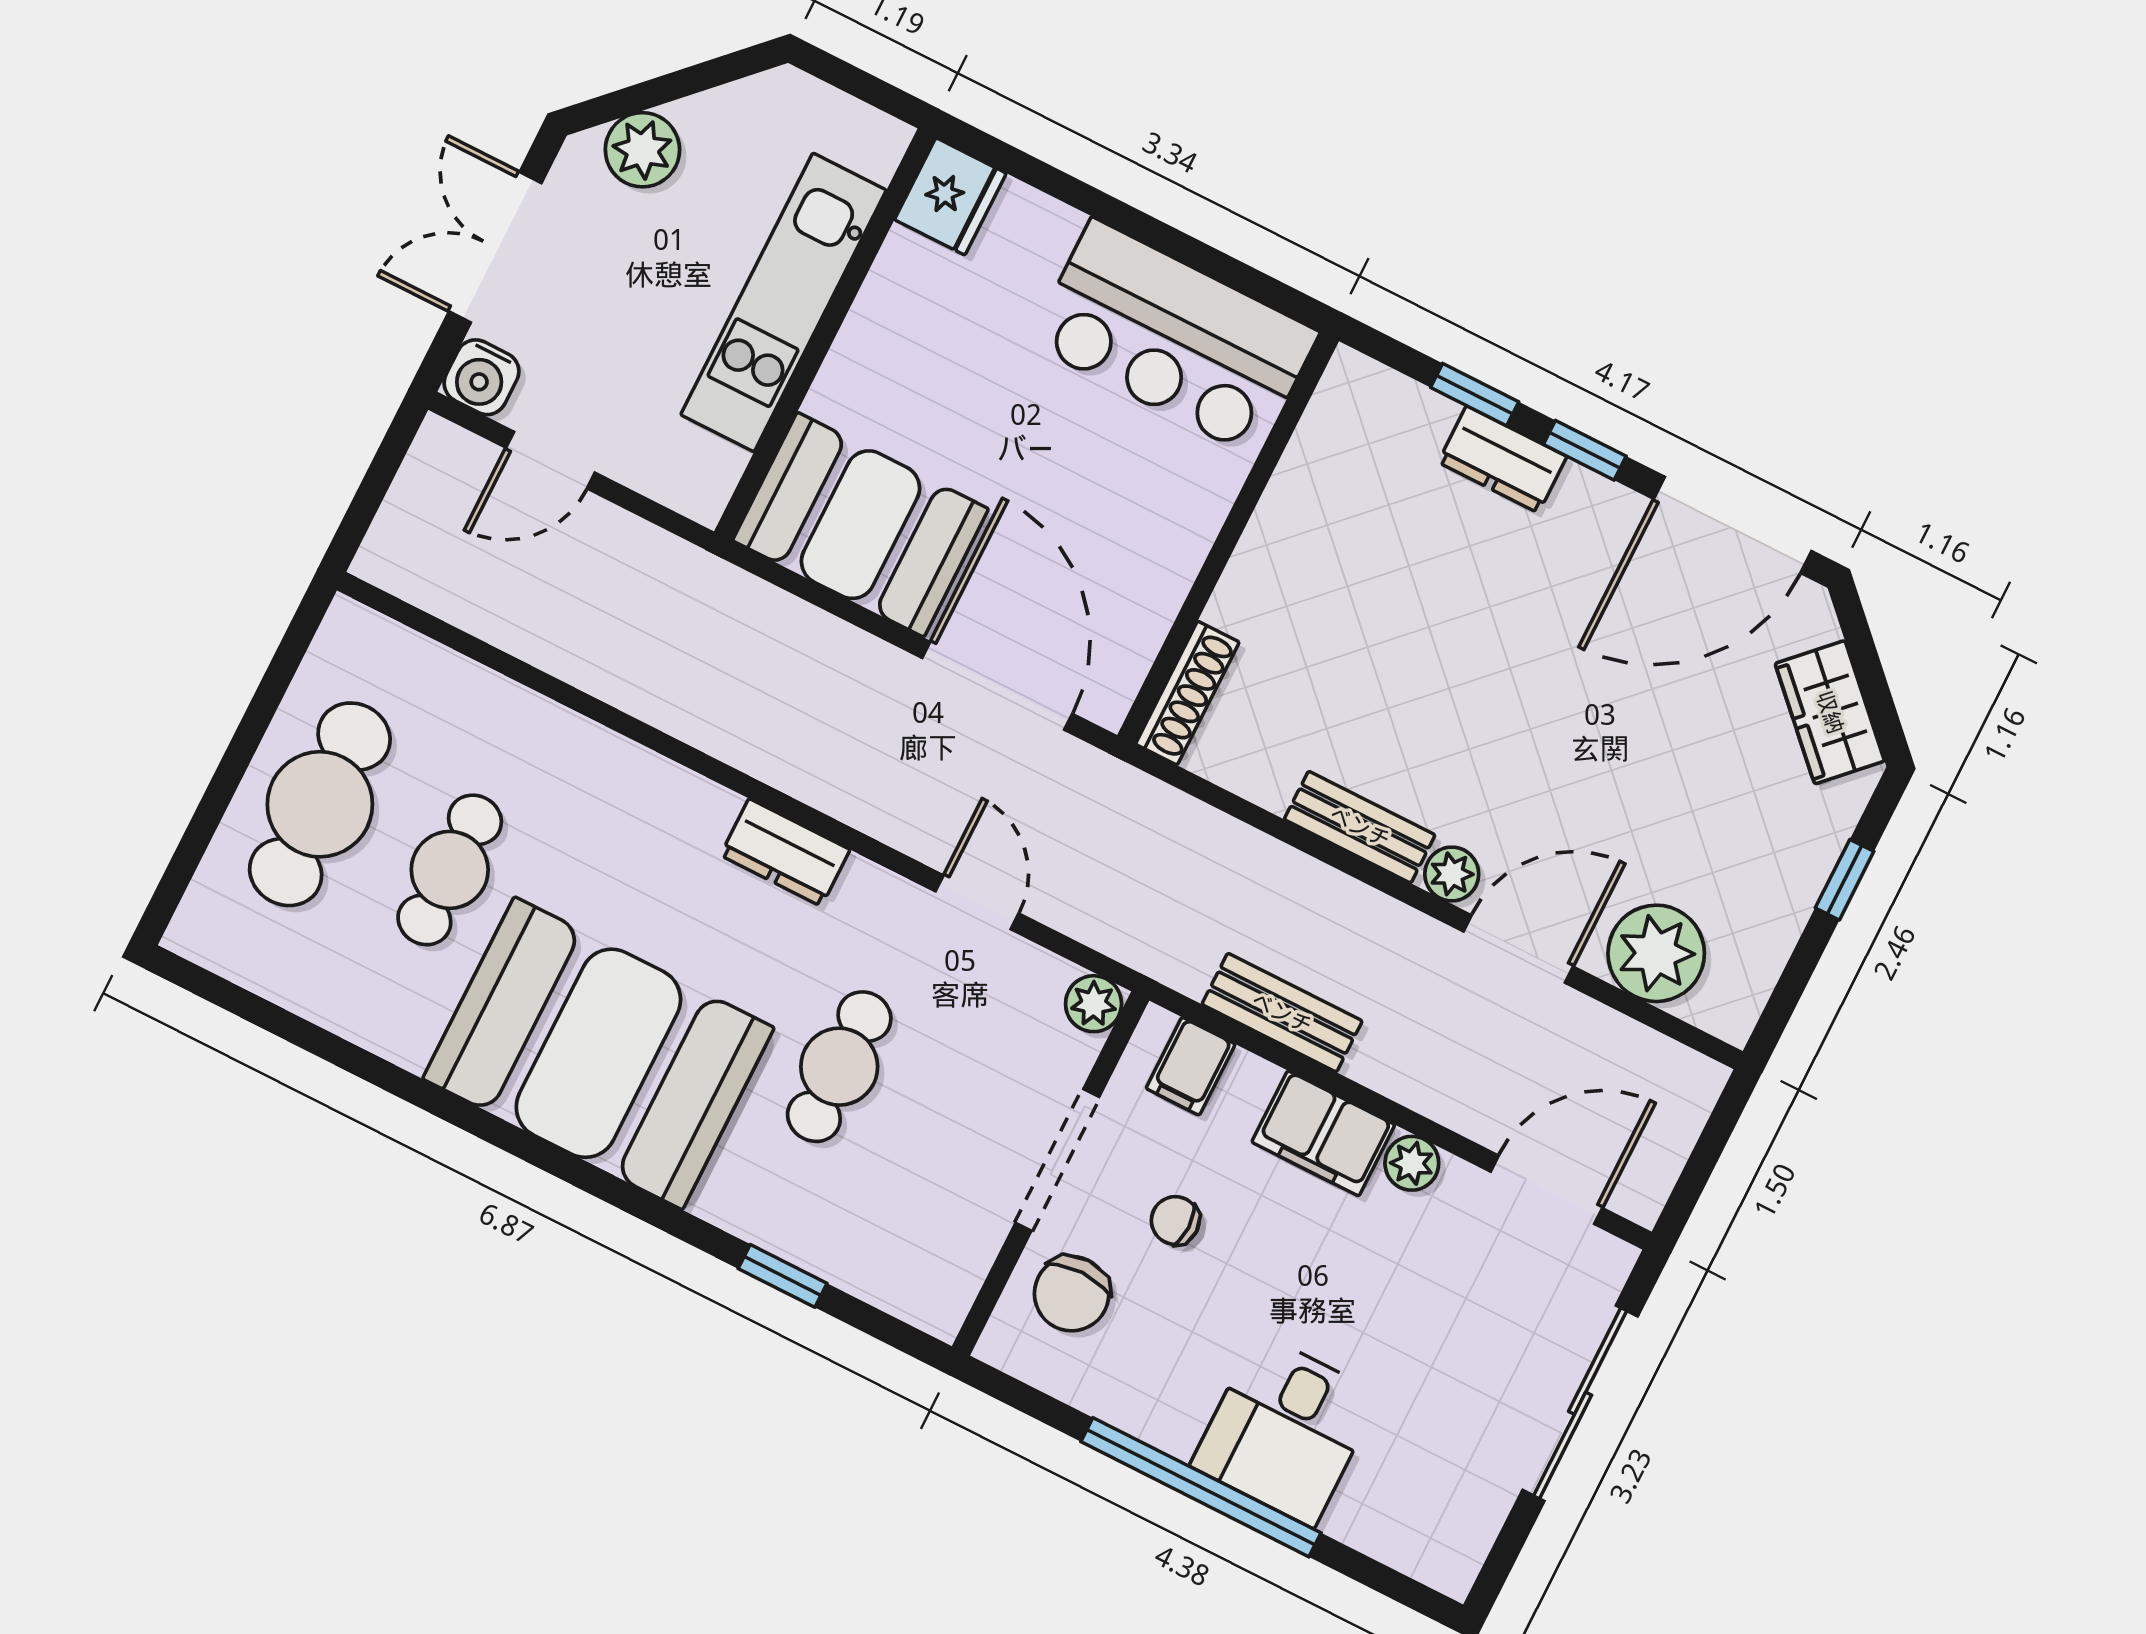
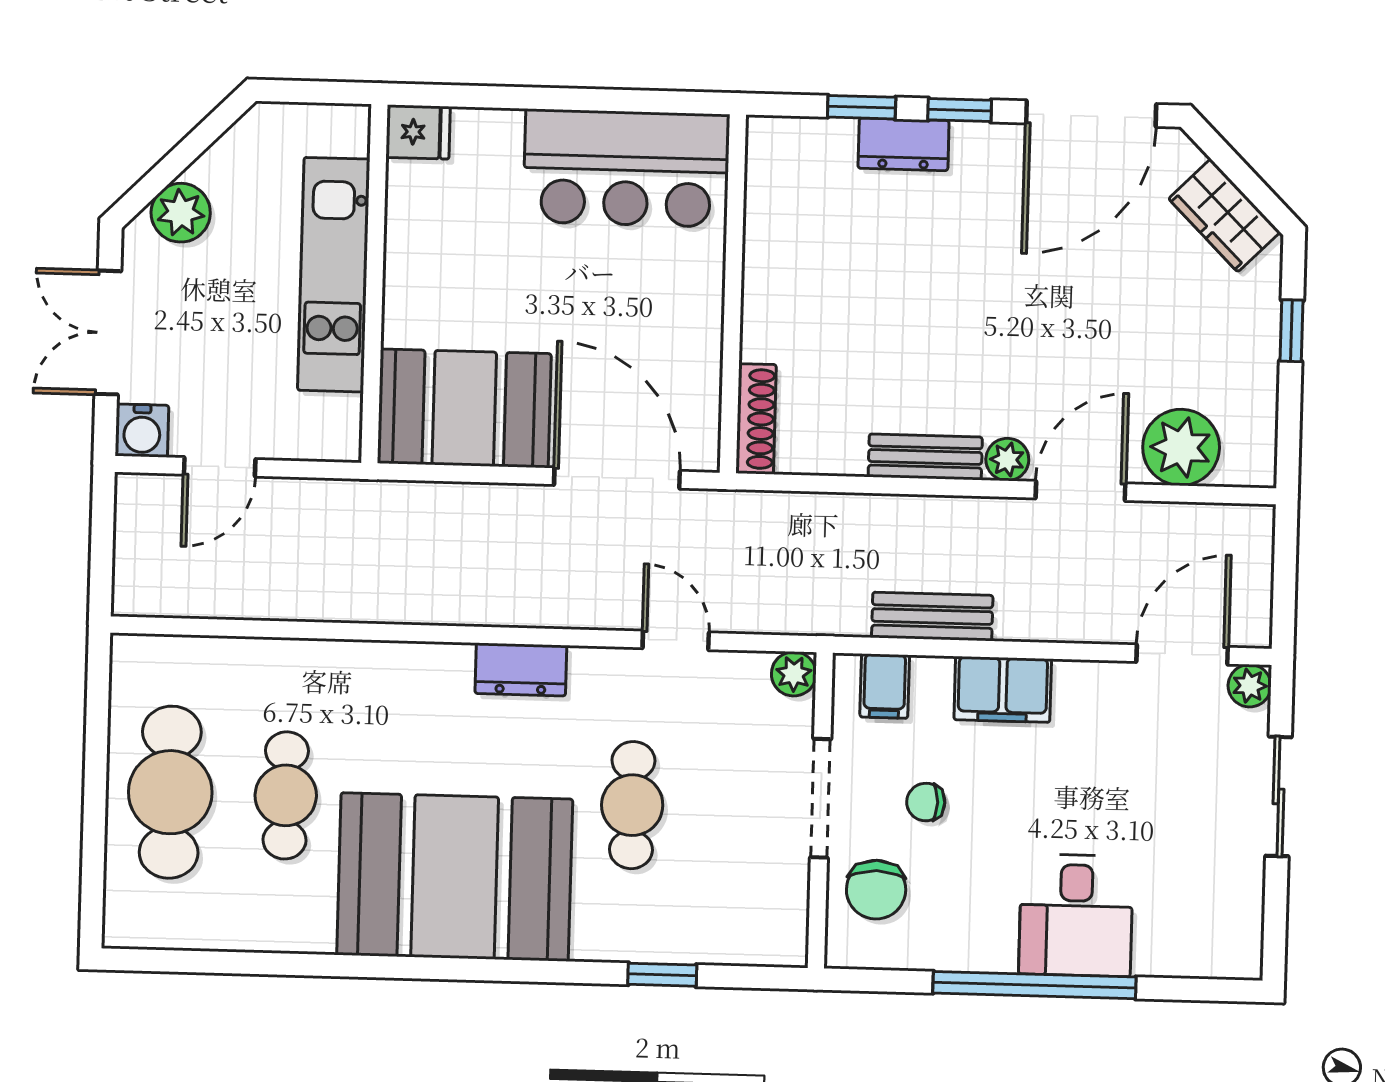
fridge: (950, 196) -> (418, 132), width x0.72
plant: (1412, 1163) -> (1250, 686), moved
sliding door: (1580, 1403) -> (1279, 796), width x0.73

